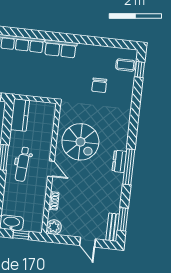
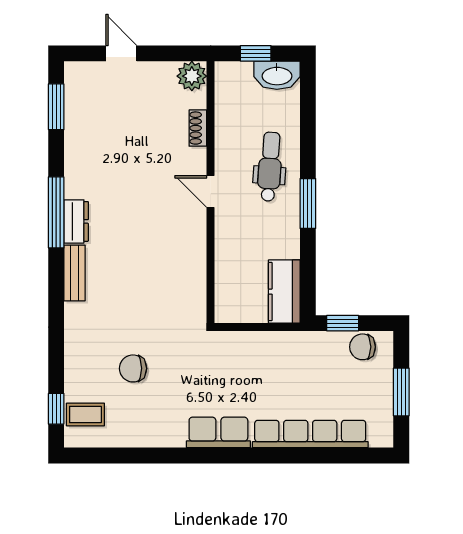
chair: (99, 85) -> (133, 368), turned -90
spiral stairs: (80, 142) -> (158, 252), removed
dental chair: (23, 164) -> (270, 167), moved
bench: (113, 227) -> (75, 273), moved

